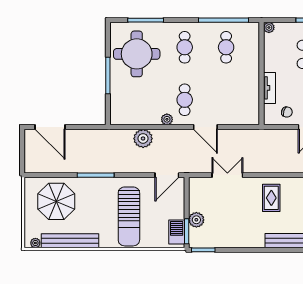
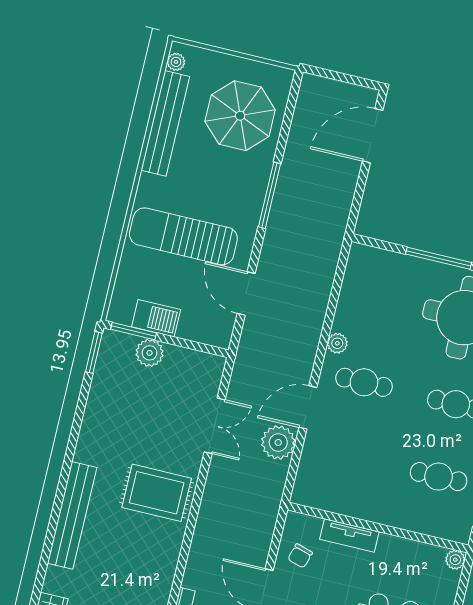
plant: (143, 138) -> (278, 442), moved
door: (167, 175) -> (246, 294), moved
rug: (271, 198) -> (157, 493), width x1.36, depth x1.43
barbecue: (177, 232) -> (156, 318), moved

